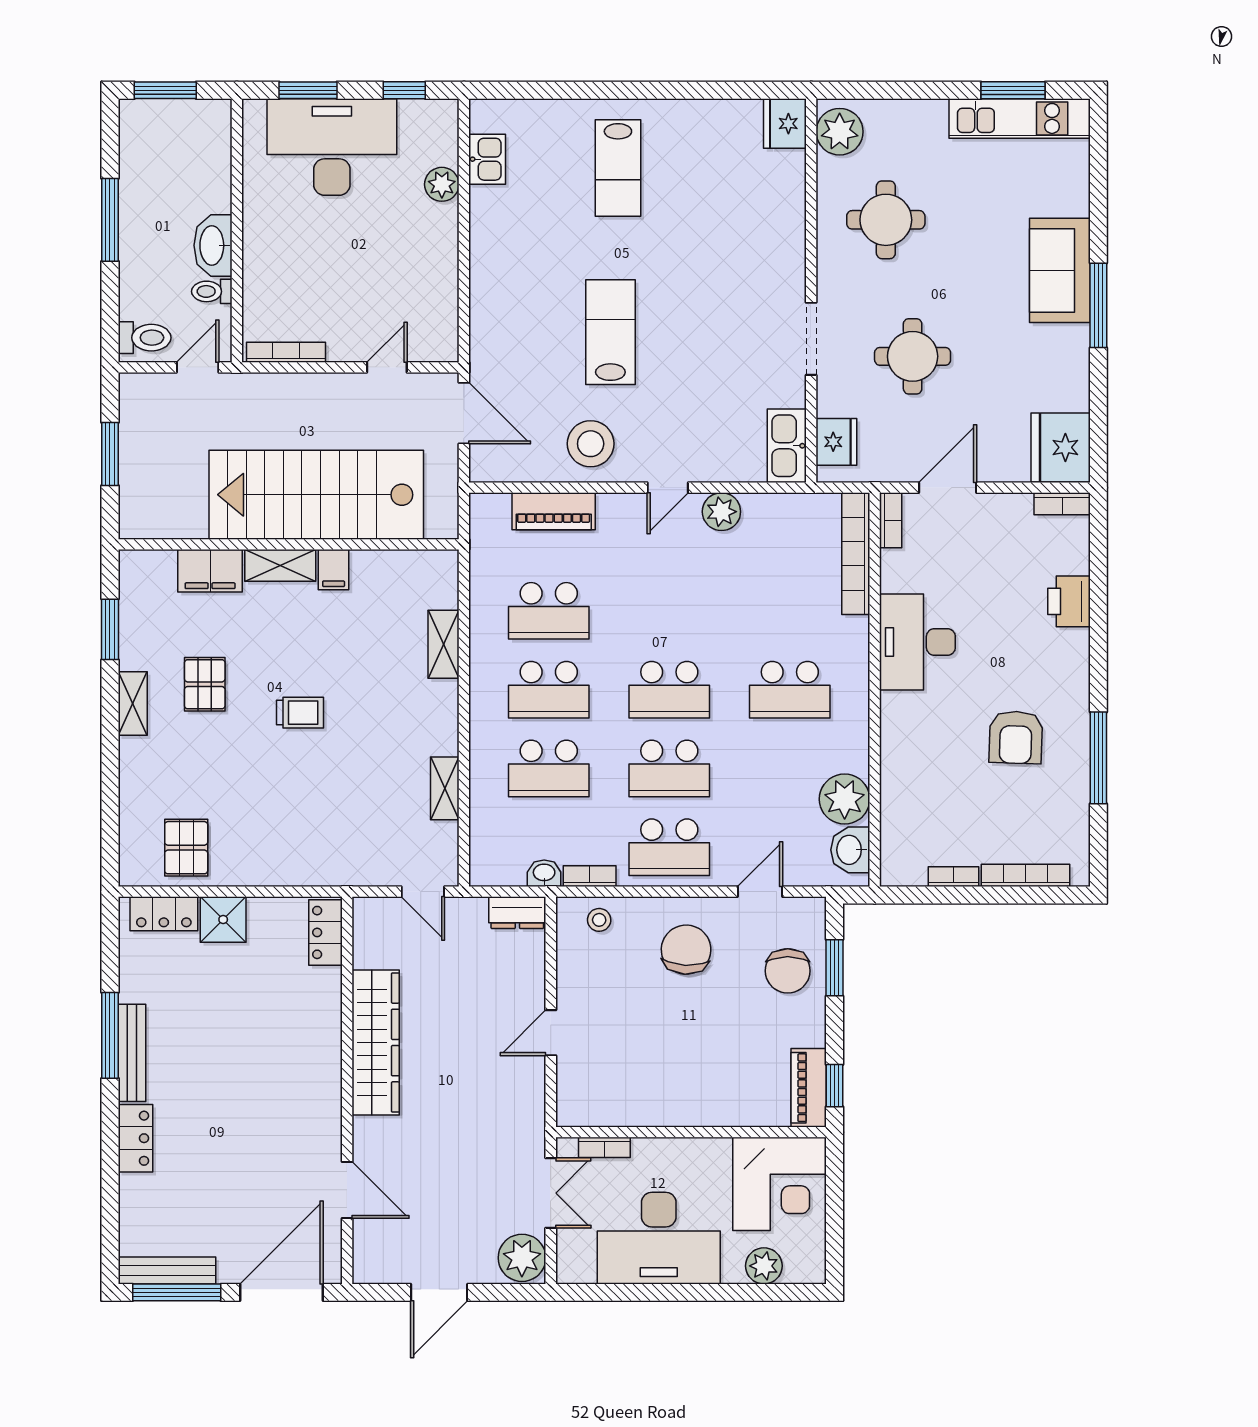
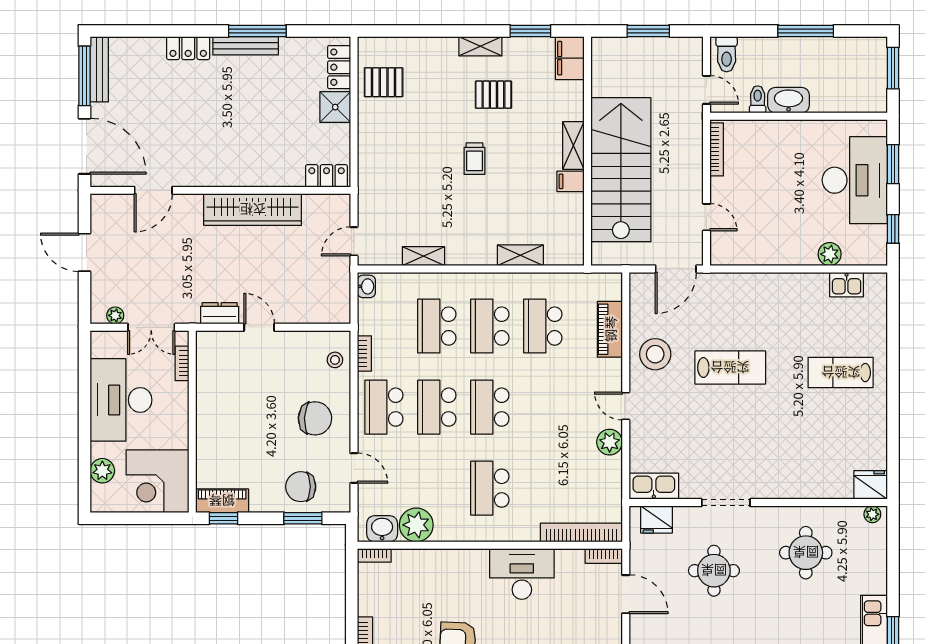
plant: (840, 132) -> (872, 514), width x0.53, depth x0.53
filing cabinet: (210, 571) -> (570, 58), moved
washbasin: (544, 873) -> (366, 286), moved
bookcase: (954, 877) -> (374, 555), moved, turned 90
dresser: (517, 913) -> (220, 313), moved, turned 90
plant: (522, 1258) -> (115, 315), width x0.53, depth x0.53

